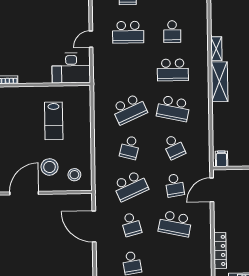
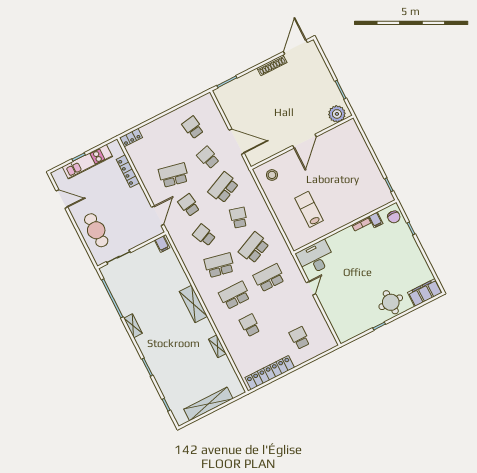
school desk: (128, 32) -> (269, 278), moved
shelving: (216, 49) -> (217, 346), moved
stool: (49, 167) -> (295, 171), removed

